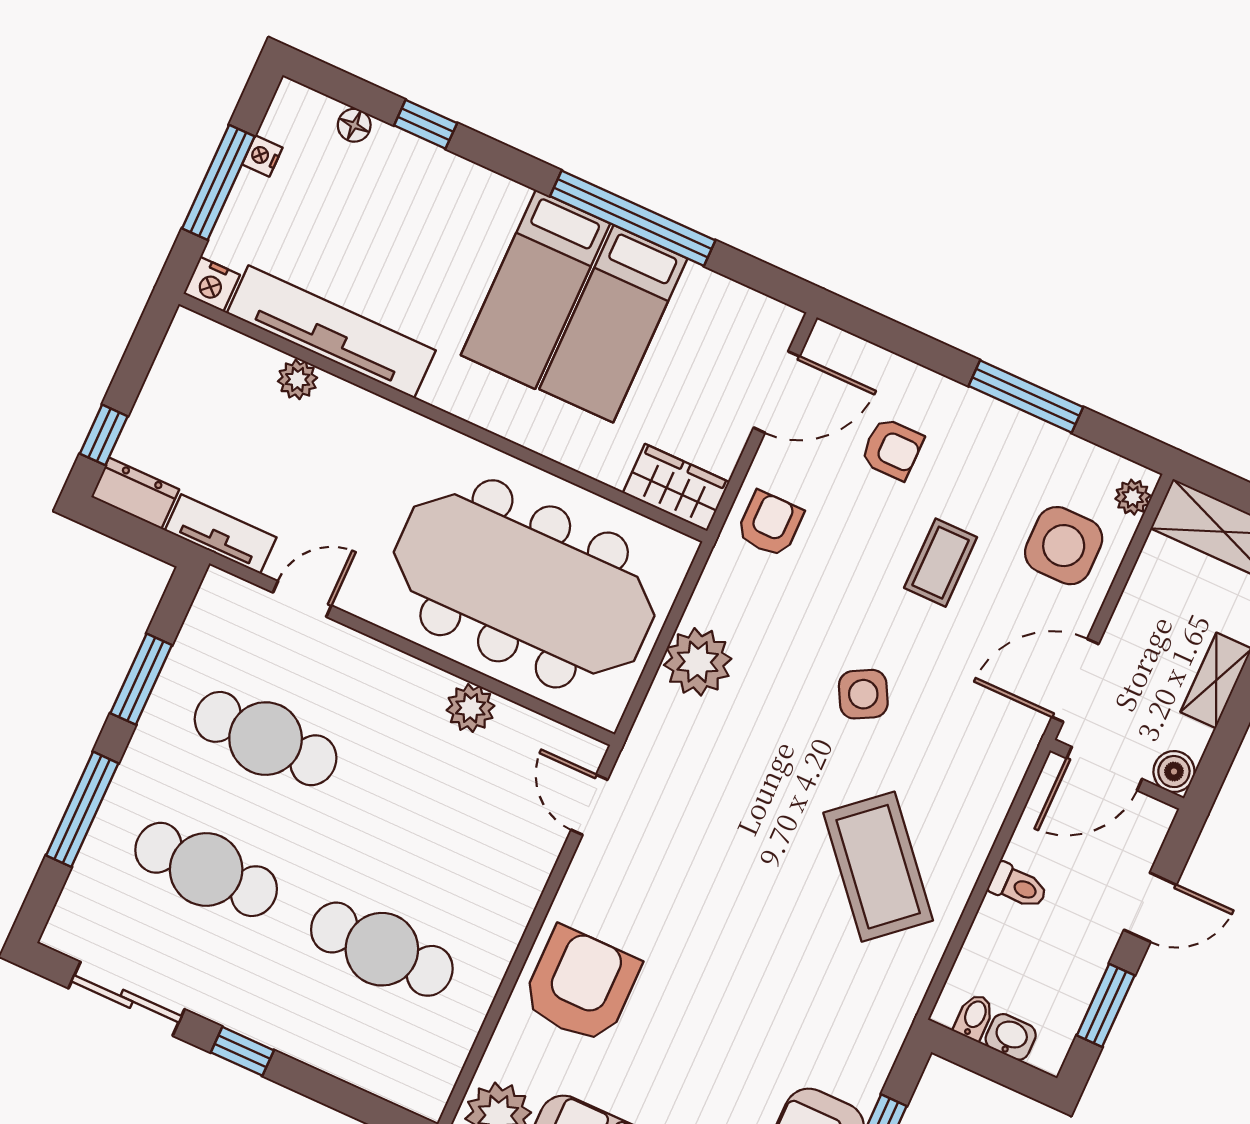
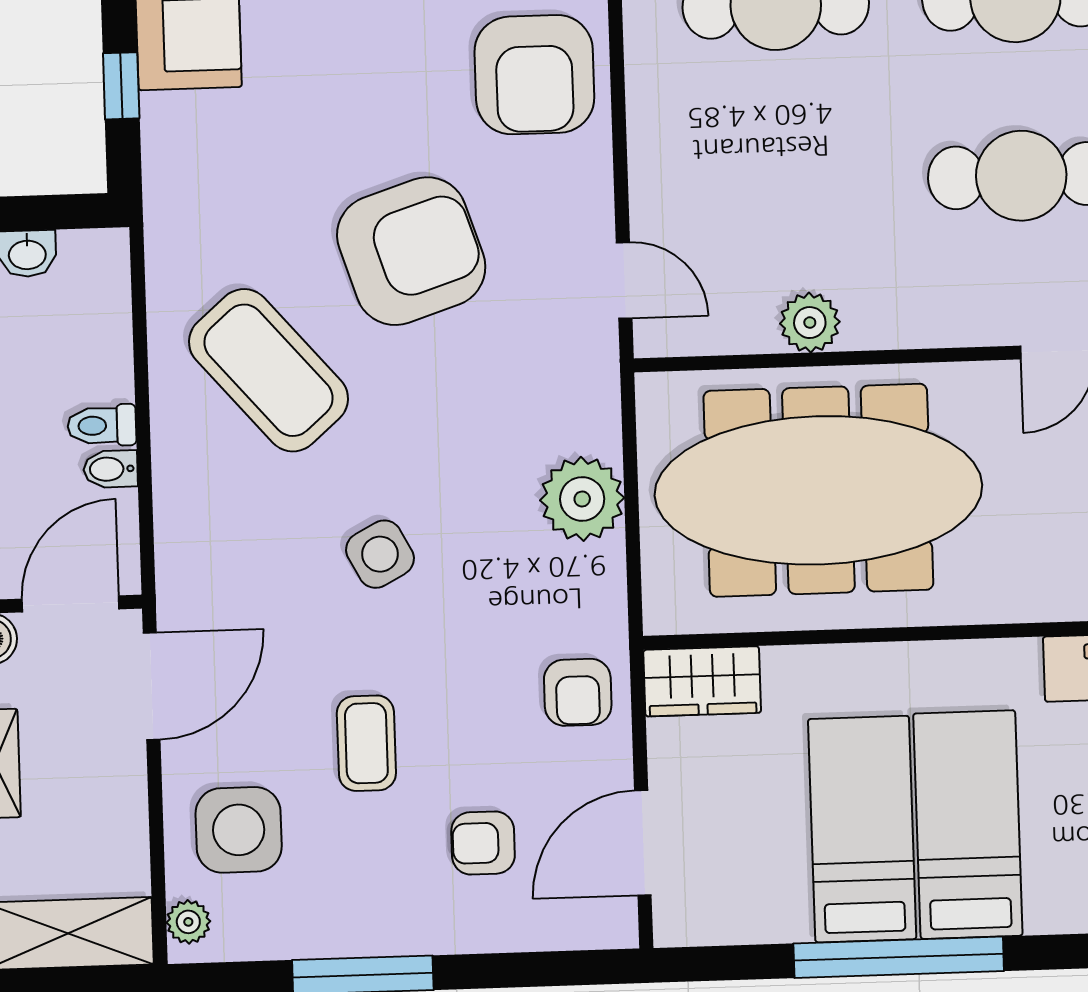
armchair: (733, 902) -> (411, 251), added
bidet: (974, 1017) -> (110, 469), moved, turned 90

